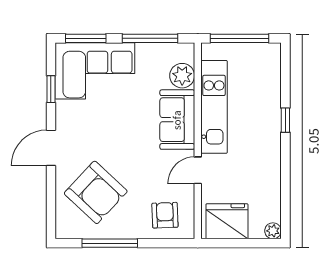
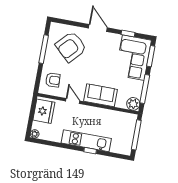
plant: (182, 76) -> (133, 104), moved
kitchen unit: (214, 107) -> (86, 141), moved, turned 180

